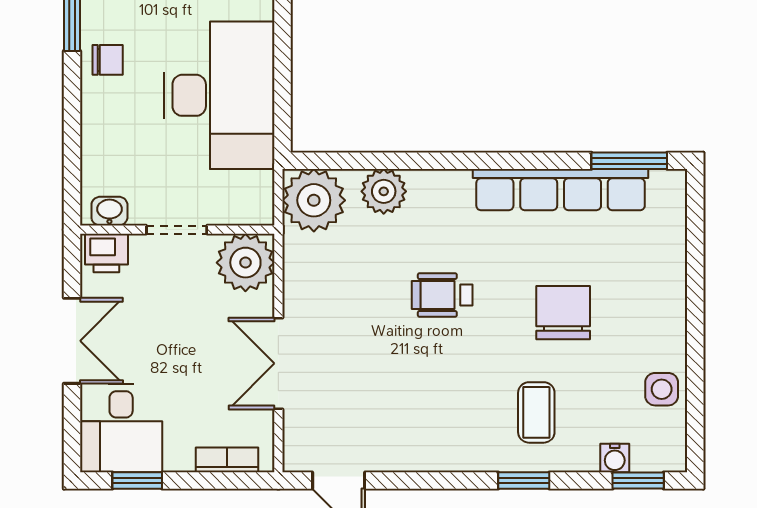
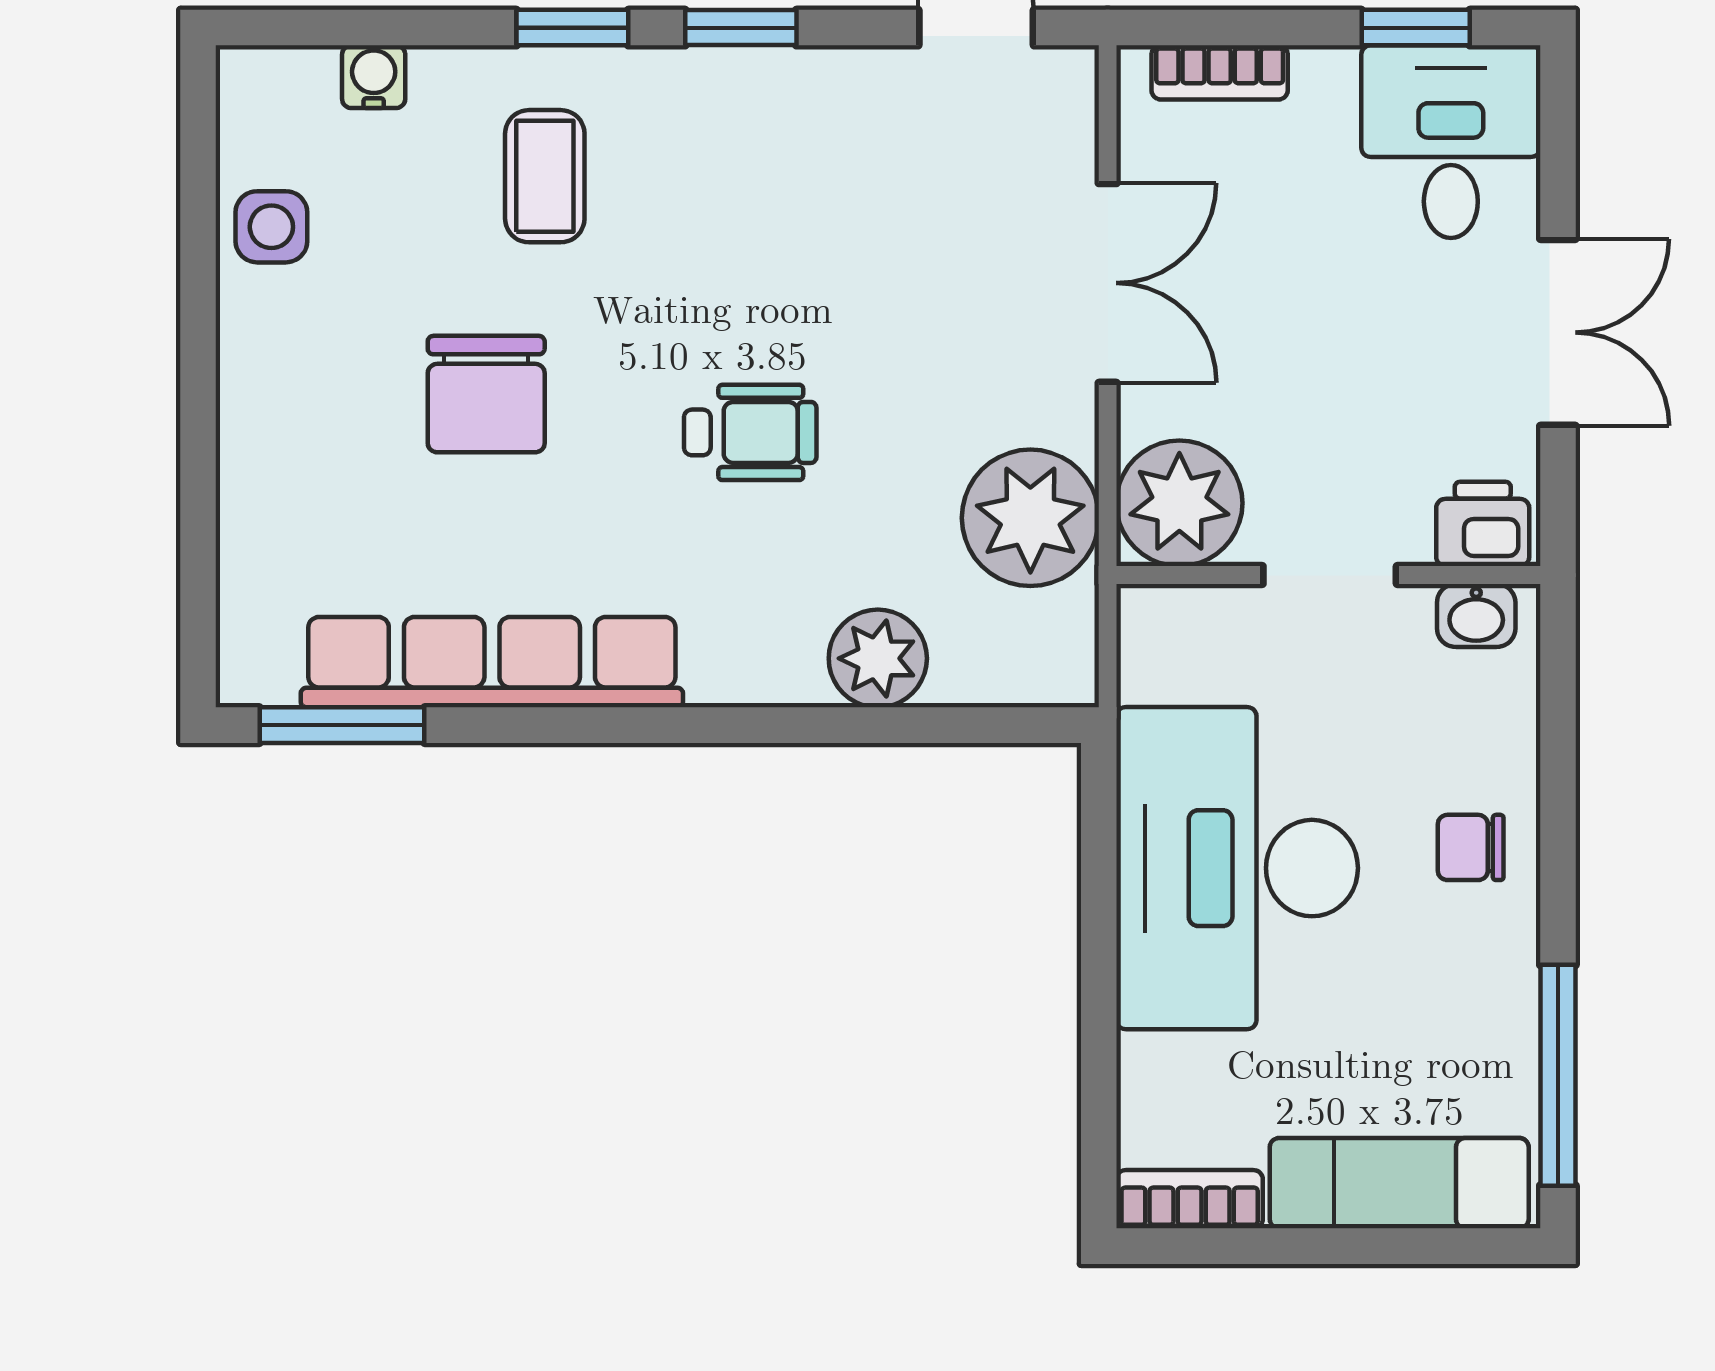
chair: (108, 60) -> (1471, 847), moved
plant: (314, 200) -> (1030, 518), moved
double door: (72, 341) -> (1558, 332), swing flipped
window: (638, 481) -> (741, 28), moved

